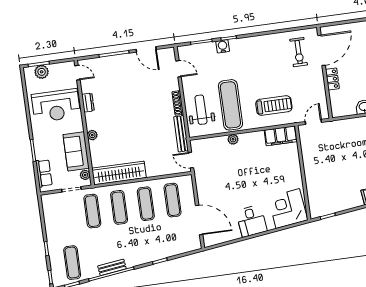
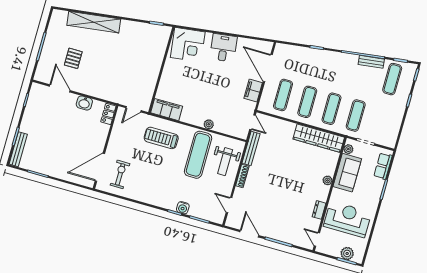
locker: (332, 79) -> (108, 114), moved
filing cabinet: (204, 192) -> (253, 91), added
bench: (112, 267) -> (371, 62), moved

